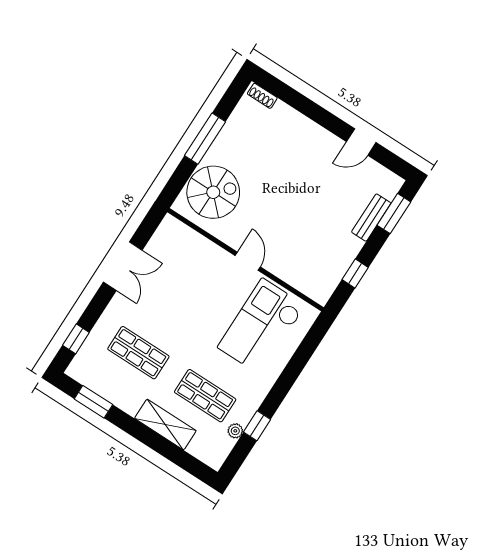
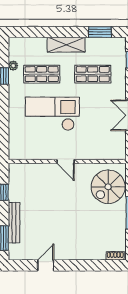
bench: (371, 218) -> (14, 223), width x1.36
checkout: (261, 326) -> (52, 114), moved, turned -90
shelving: (165, 425) -> (66, 45), moved

